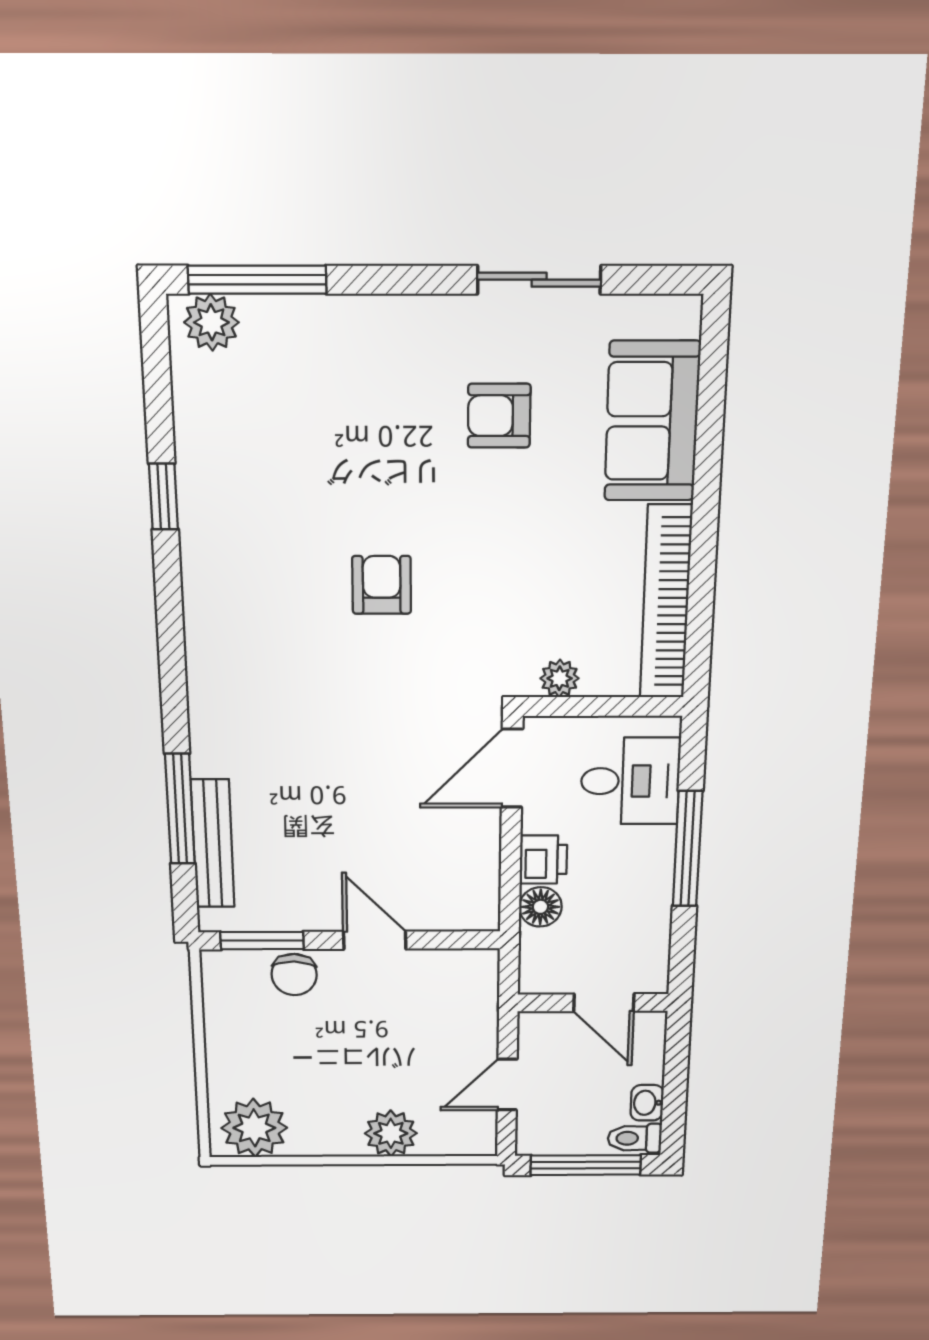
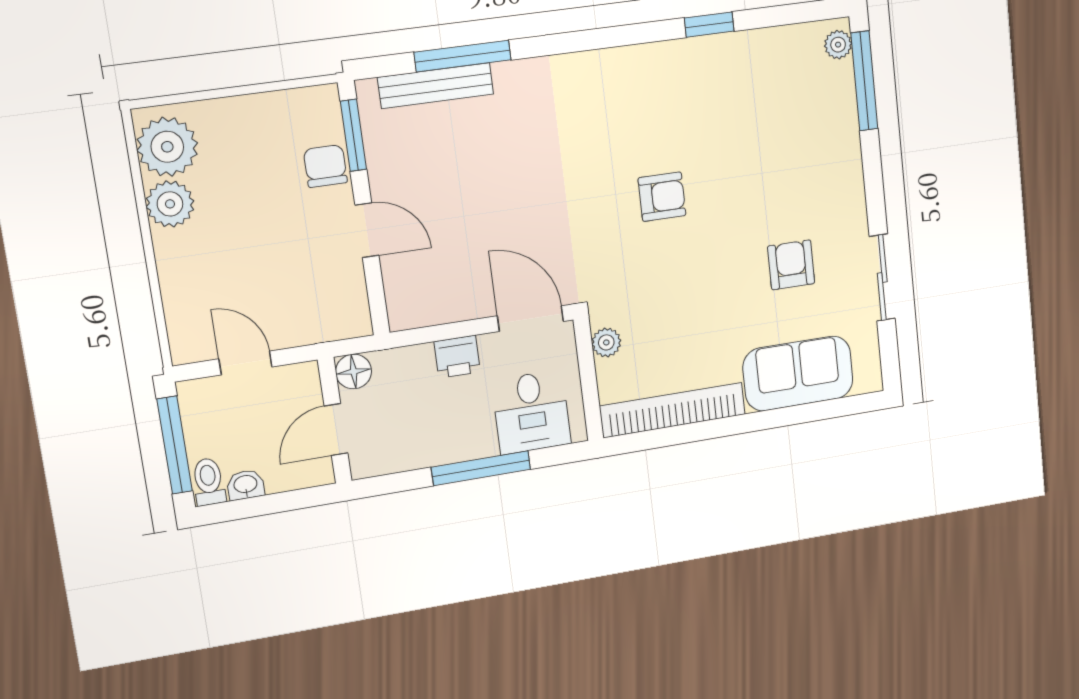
plant: (211, 322) -> (838, 45), width x0.73, depth x0.73
floor lamp: (540, 907) -> (354, 371), moved
door: (375, 940) -> (367, 230), hinge flipped
chair: (294, 975) -> (325, 166), turned 88
plant: (391, 1133) -> (170, 204), moved

